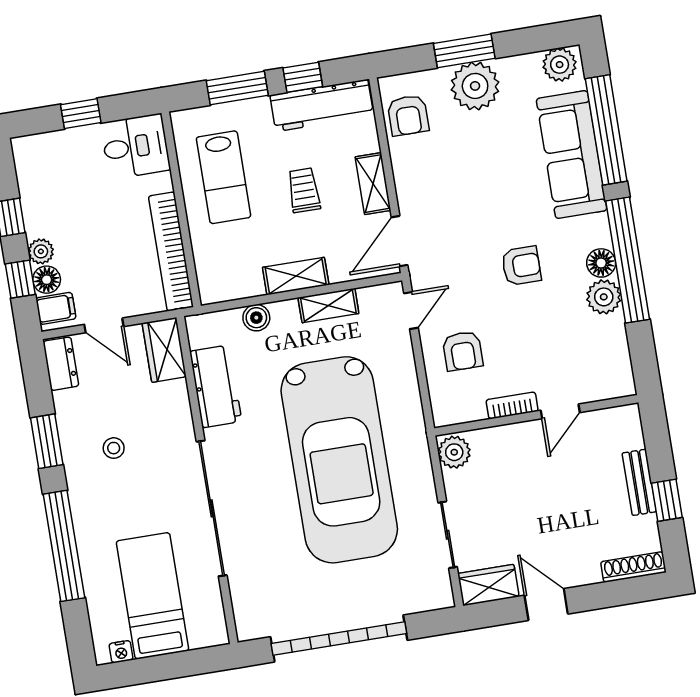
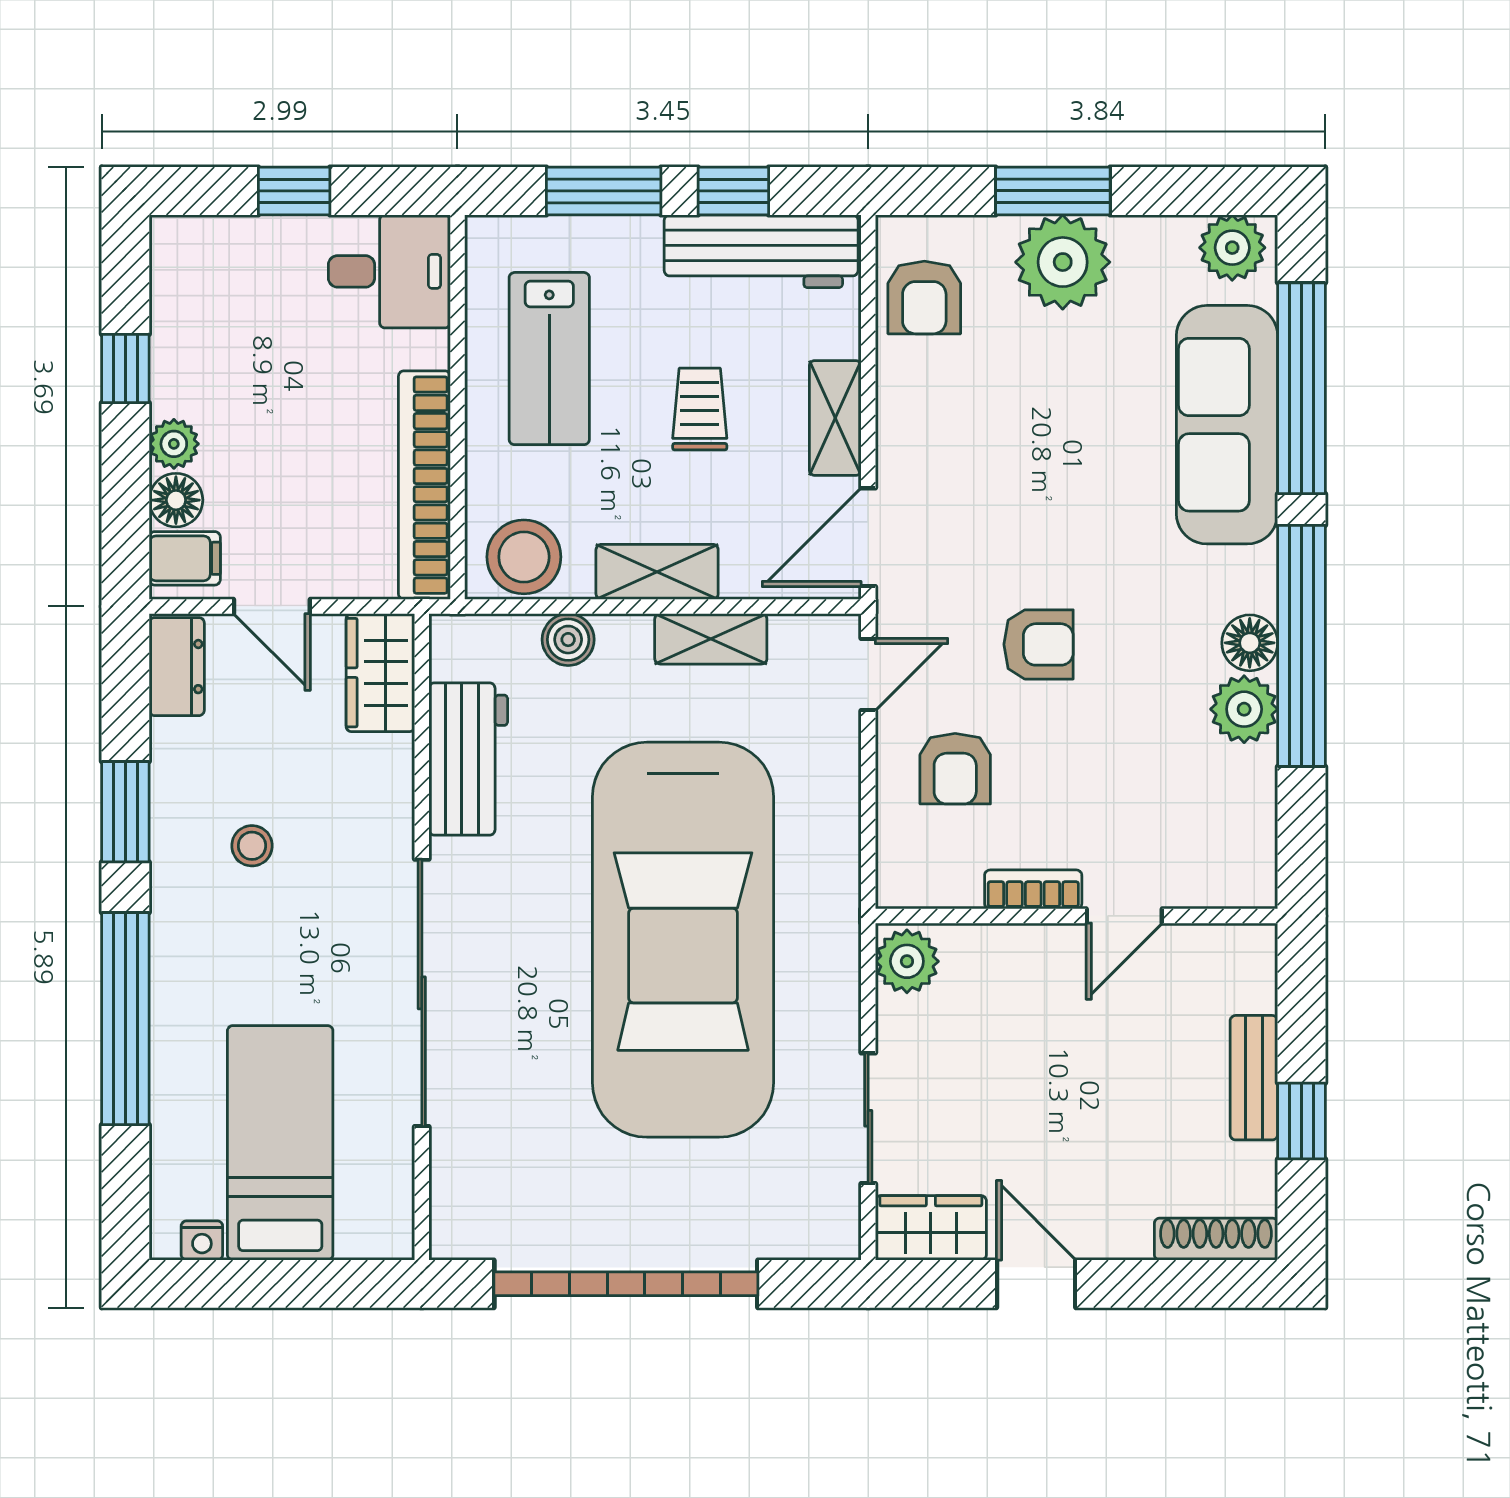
armchair: (521, 266) -> (1039, 644), moved
window: (20, 279) -> (125, 491), removed
stool: (227, 280) -> (524, 557), added

